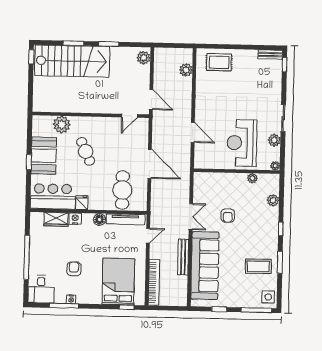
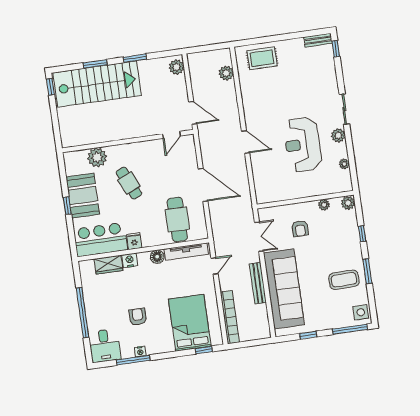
wall: (237, 171) -> (305, 200), moved
plant: (252, 178) -> (324, 205), moved

